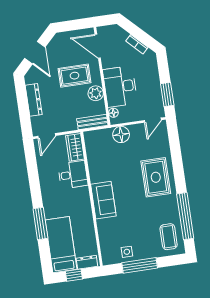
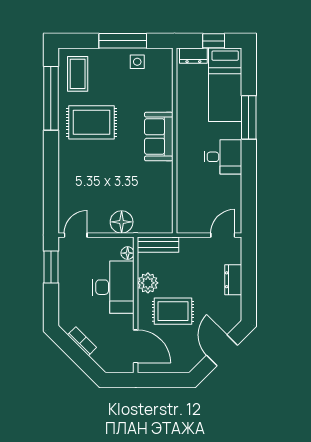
dresser: (34, 100) -> (233, 280), width x0.70
wardrobe: (75, 147) -> (187, 214), removed
desk: (73, 175) -> (223, 157), moved, turned 180
rug: (156, 177) -> (92, 122), moved, turned 90

